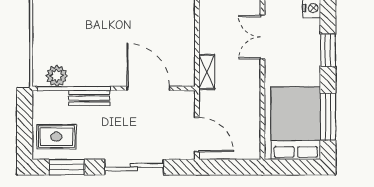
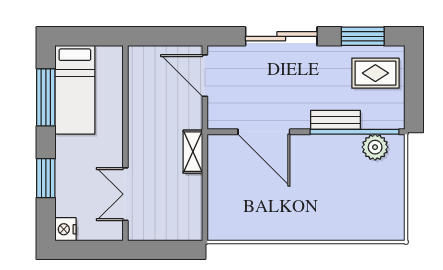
double door: (262, 37) -> (125, 194), swing flipped
bed: (296, 123) -> (75, 90), width x0.67

